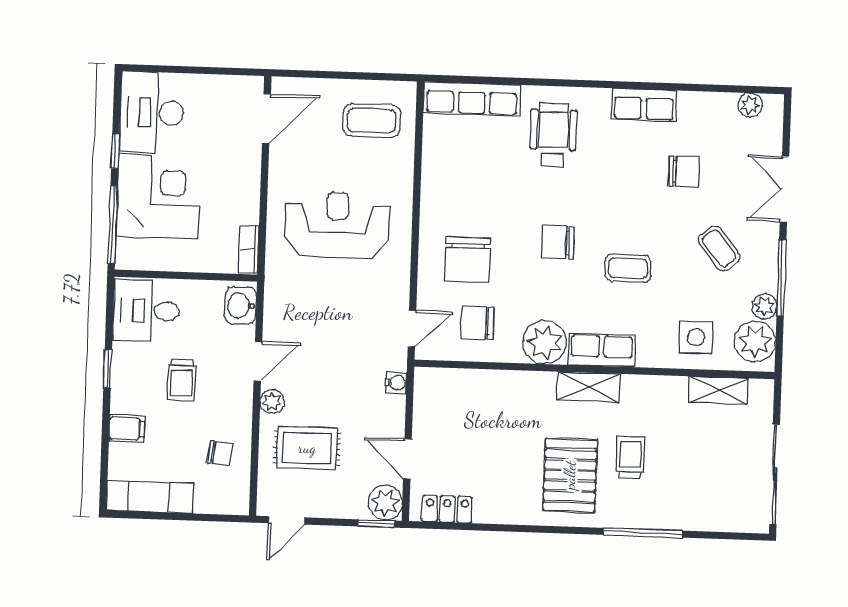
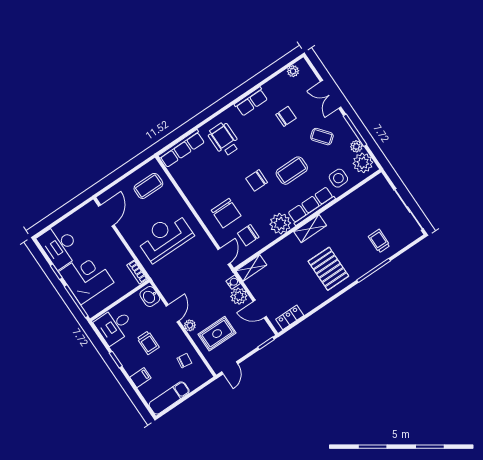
coffee table: (628, 268) -> (292, 171), width x1.36, depth x1.30
row of seats: (602, 350) -> (311, 206), width x1.48
shelving: (719, 390) -> (251, 268), moved
trolley: (630, 457) -> (379, 241), moved
plant: (385, 503) -> (239, 296), moved

